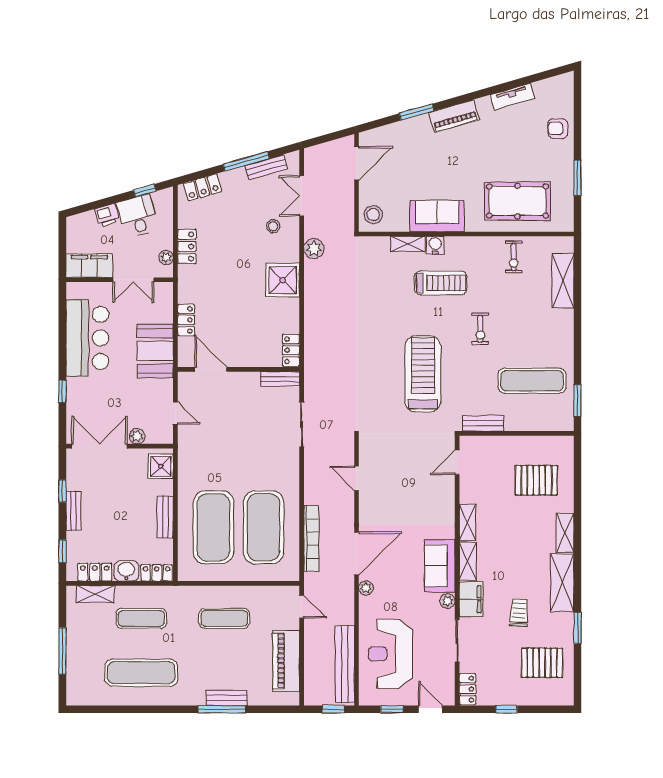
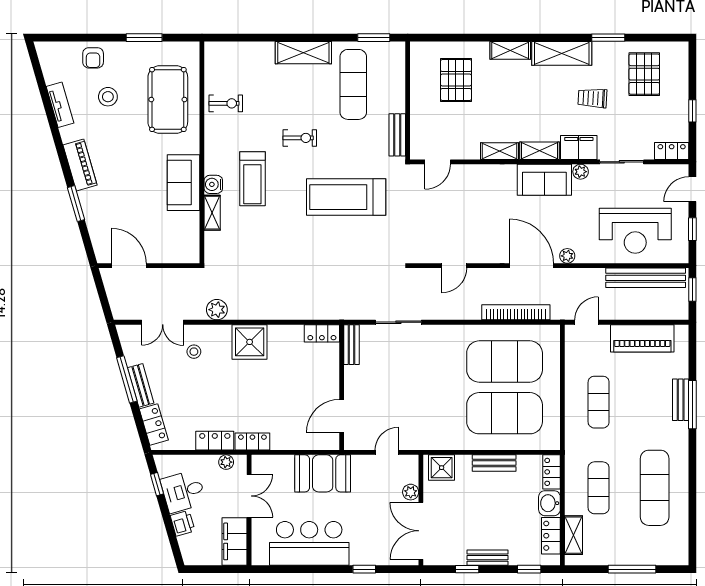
bench: (266, 167) -> (141, 385), moved
stool: (373, 215) -> (108, 97), moved
shelving: (563, 281) -> (303, 53), moved
treadmill: (441, 283) -> (252, 179), turned 180
locker: (186, 320) -> (252, 441), moved
door: (457, 462) -> (438, 162), hinge flipped

